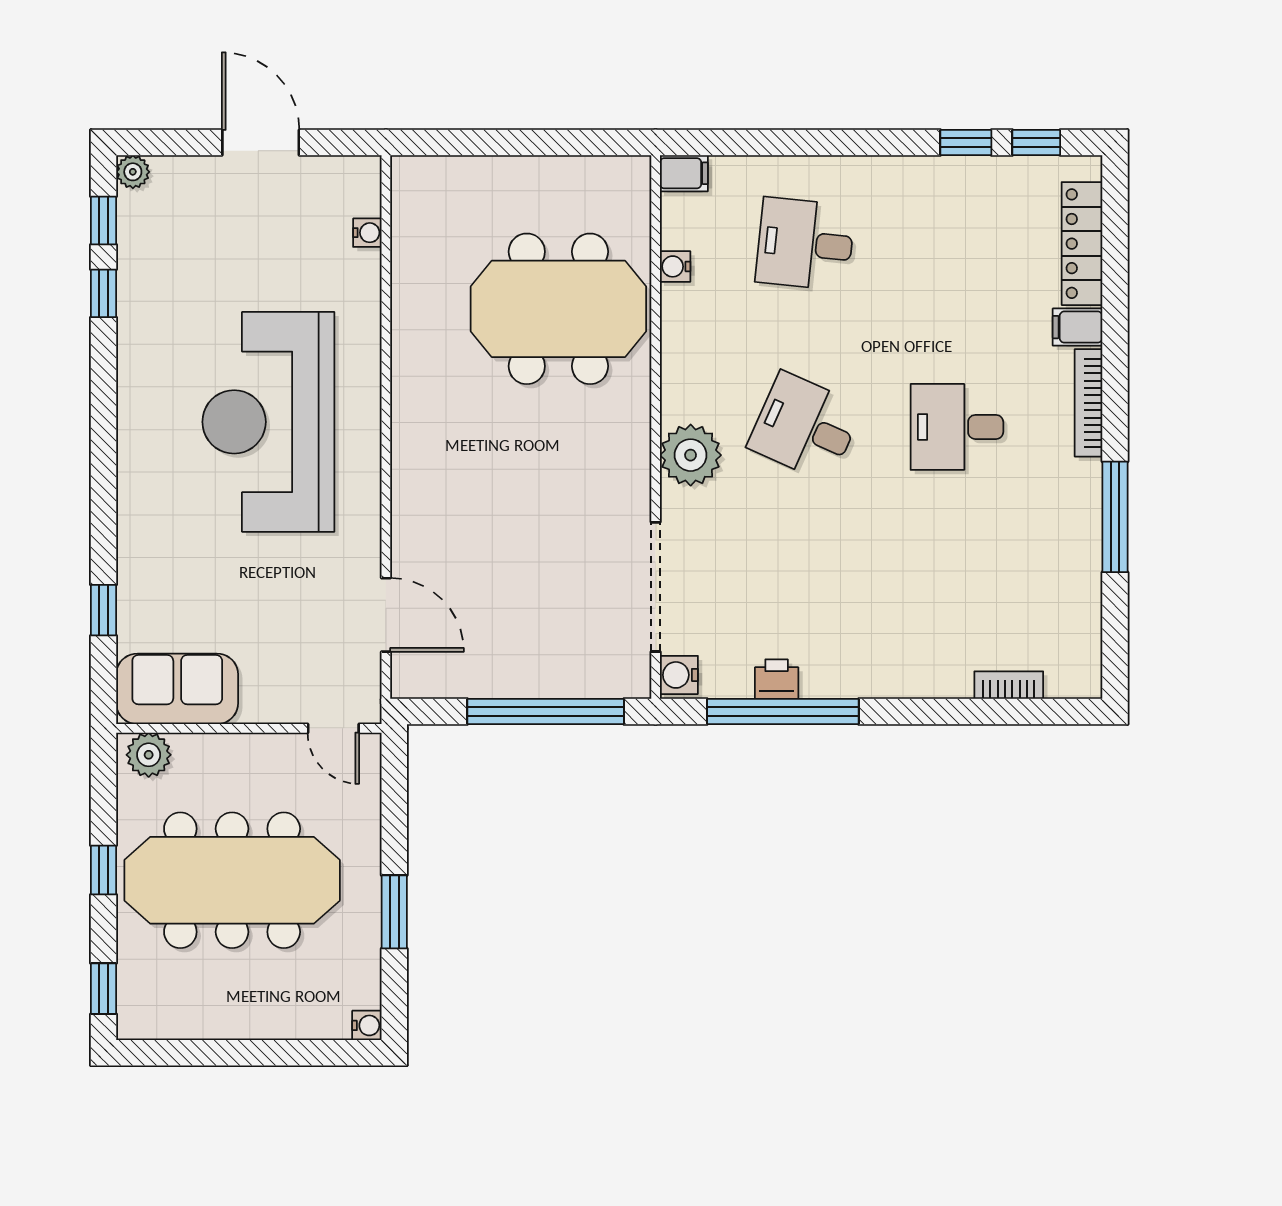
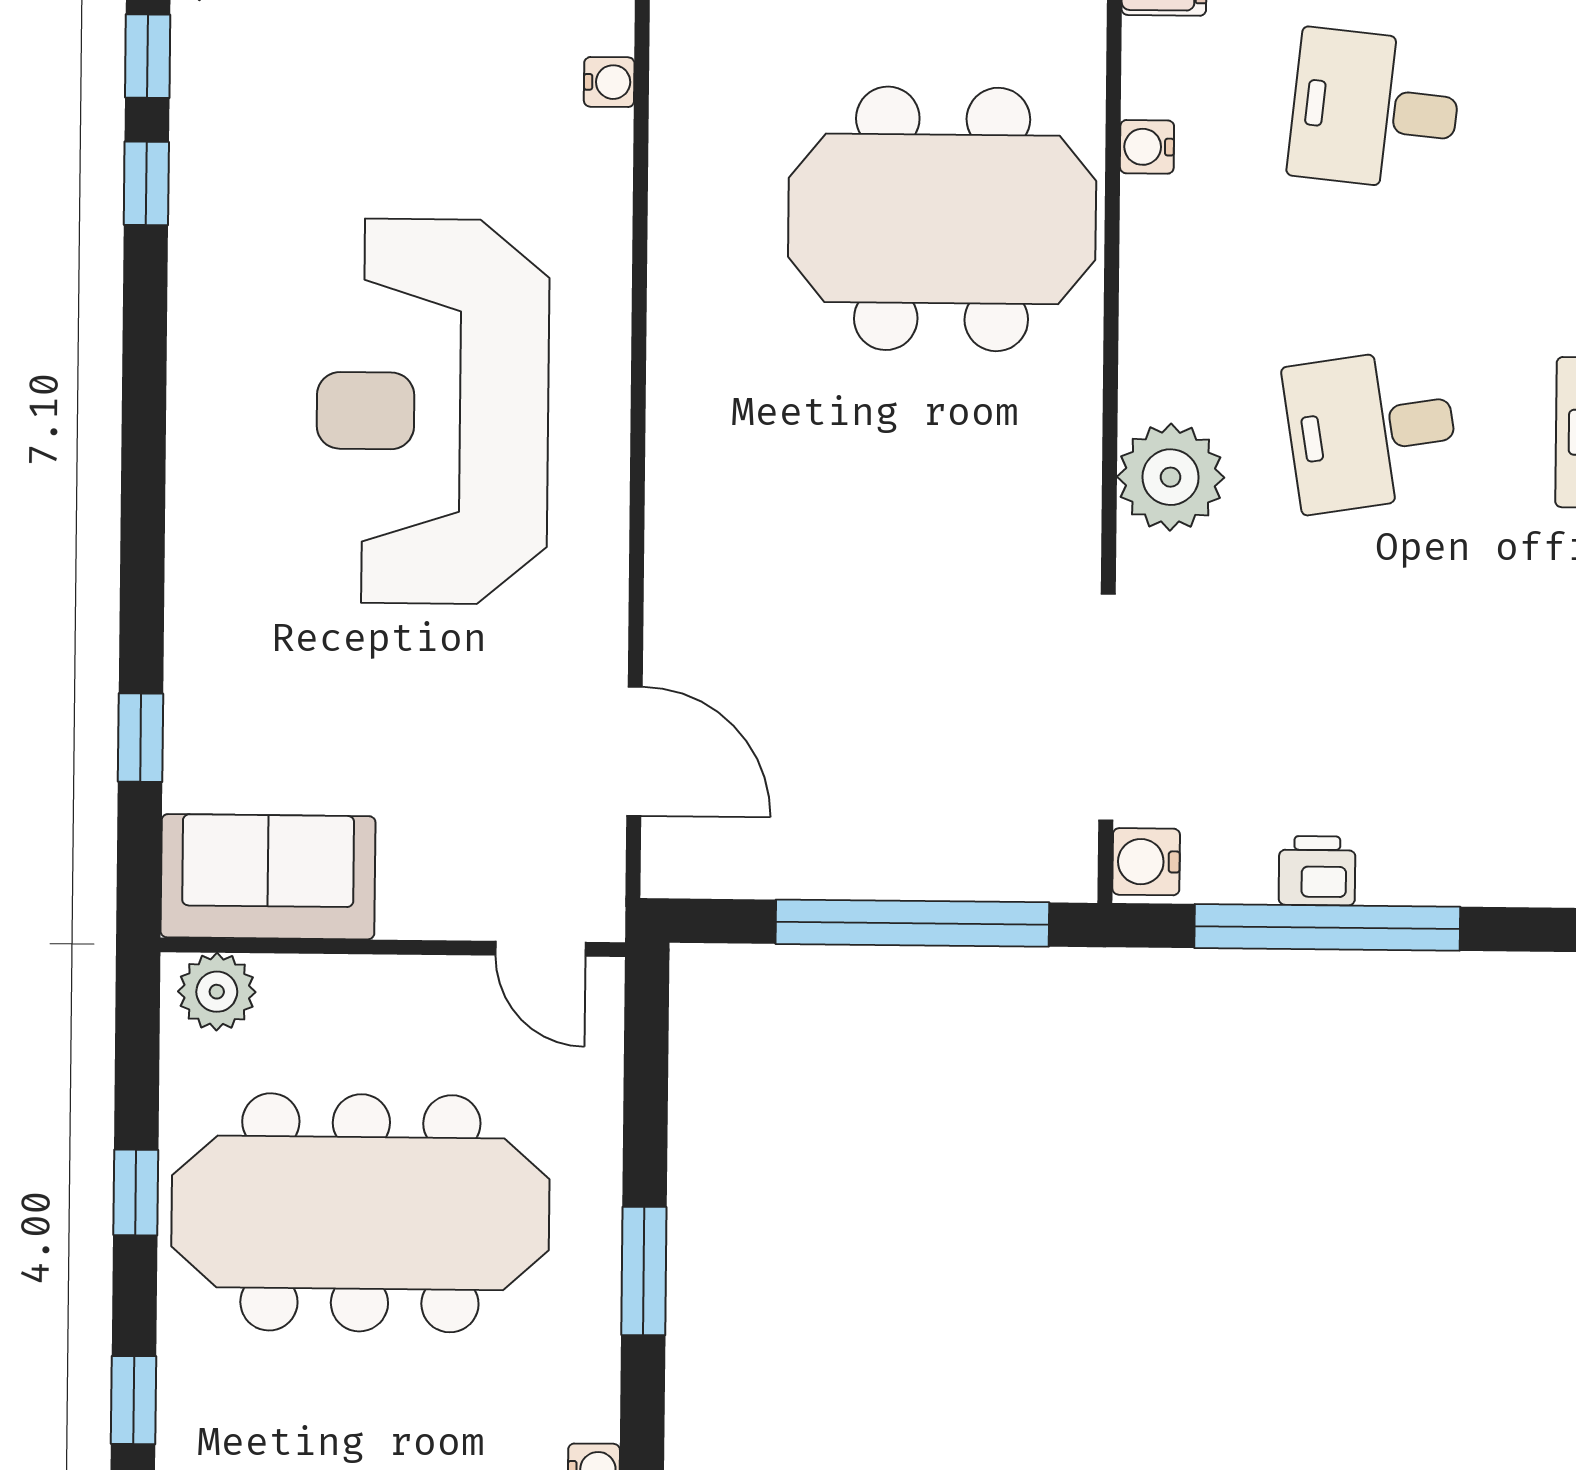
desk: (805, 427) -> (1372, 430), turned -33

